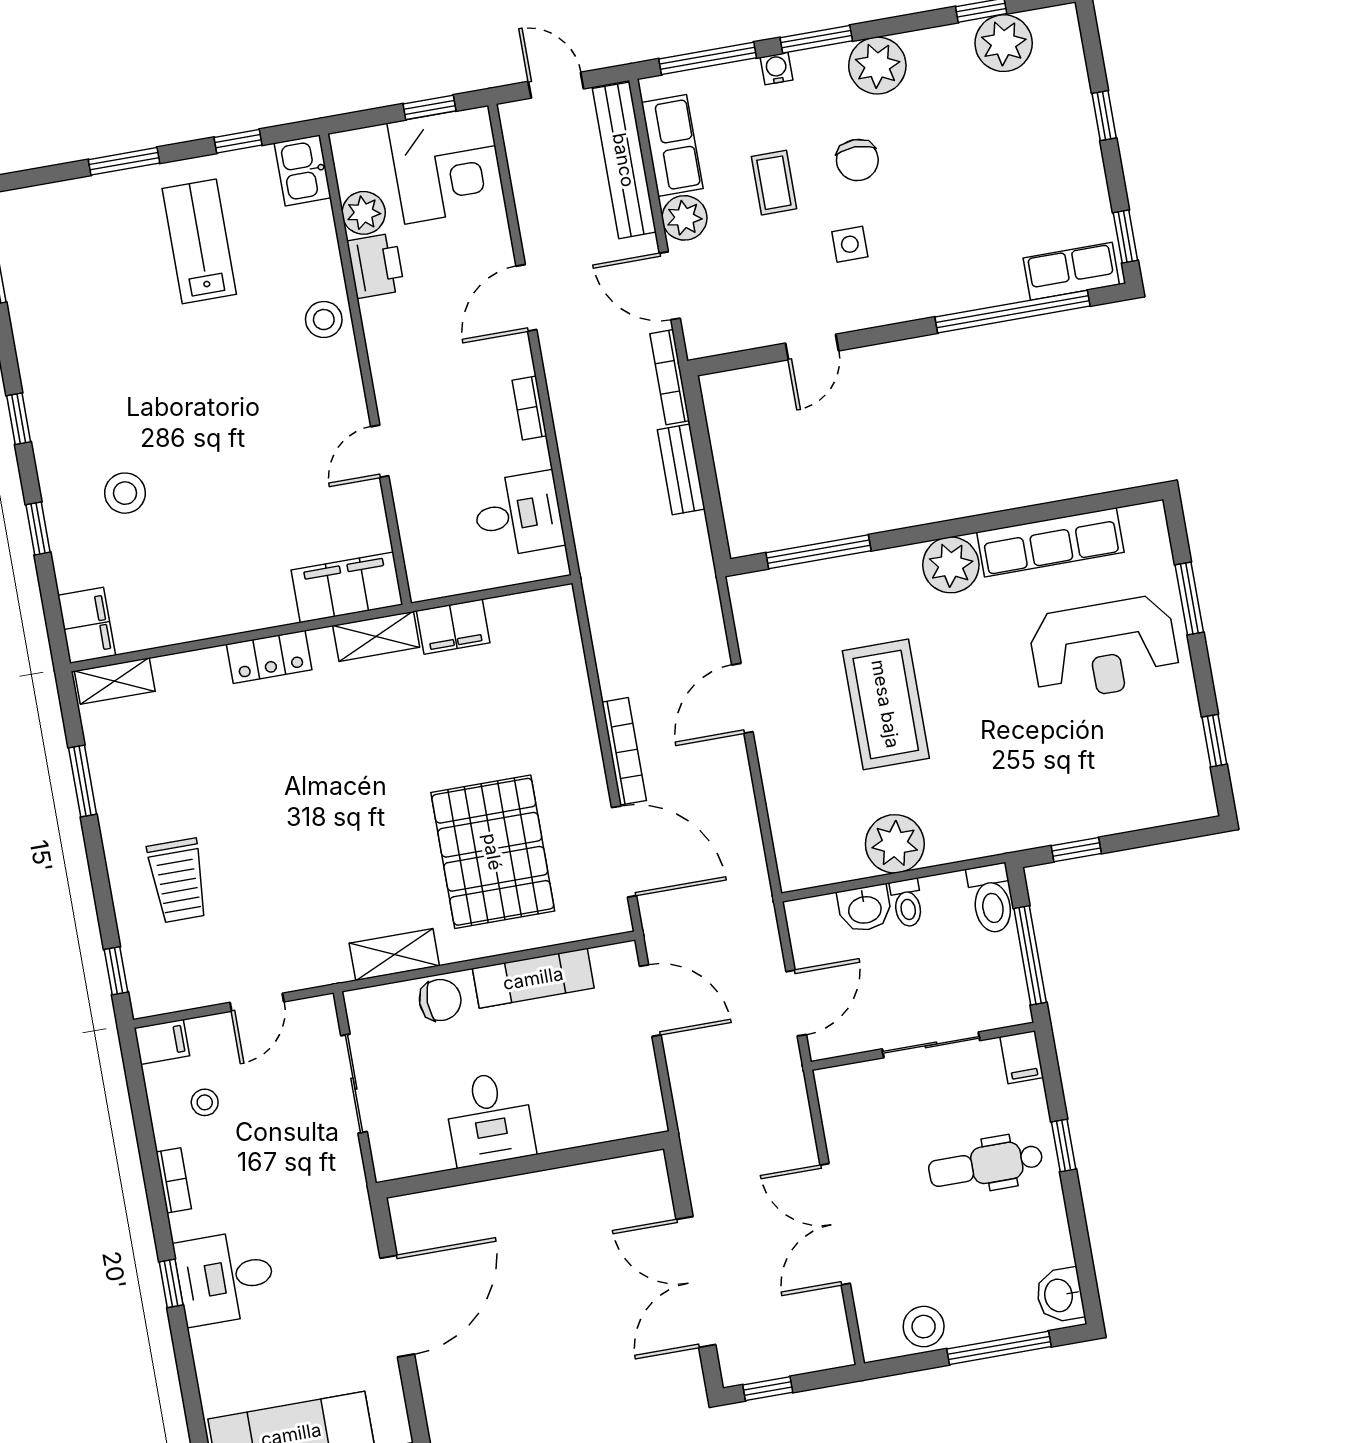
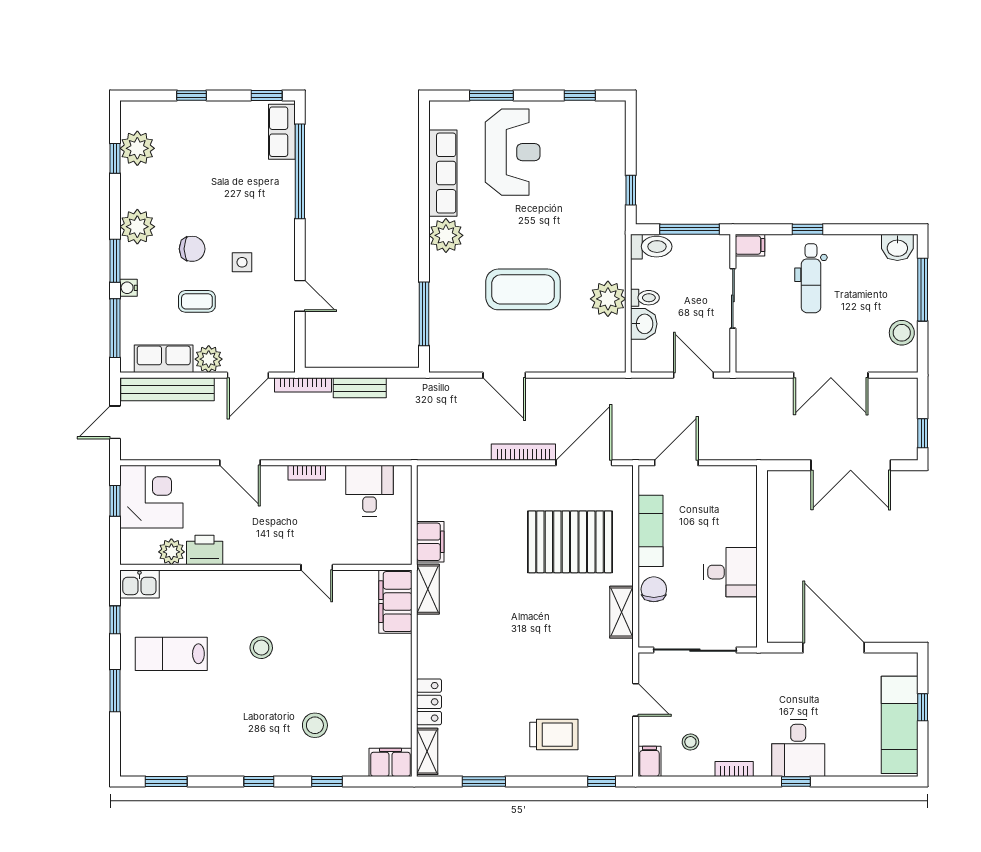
stool: (324, 320) -> (261, 648), moved
locker: (269, 657) -> (429, 702), moved
sliding door: (354, 1084) -> (695, 650), width x1.37

